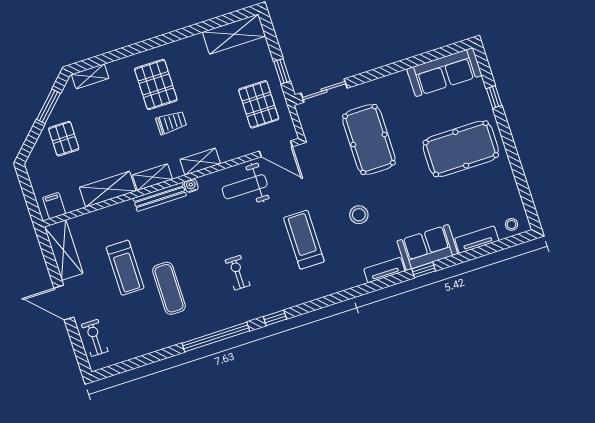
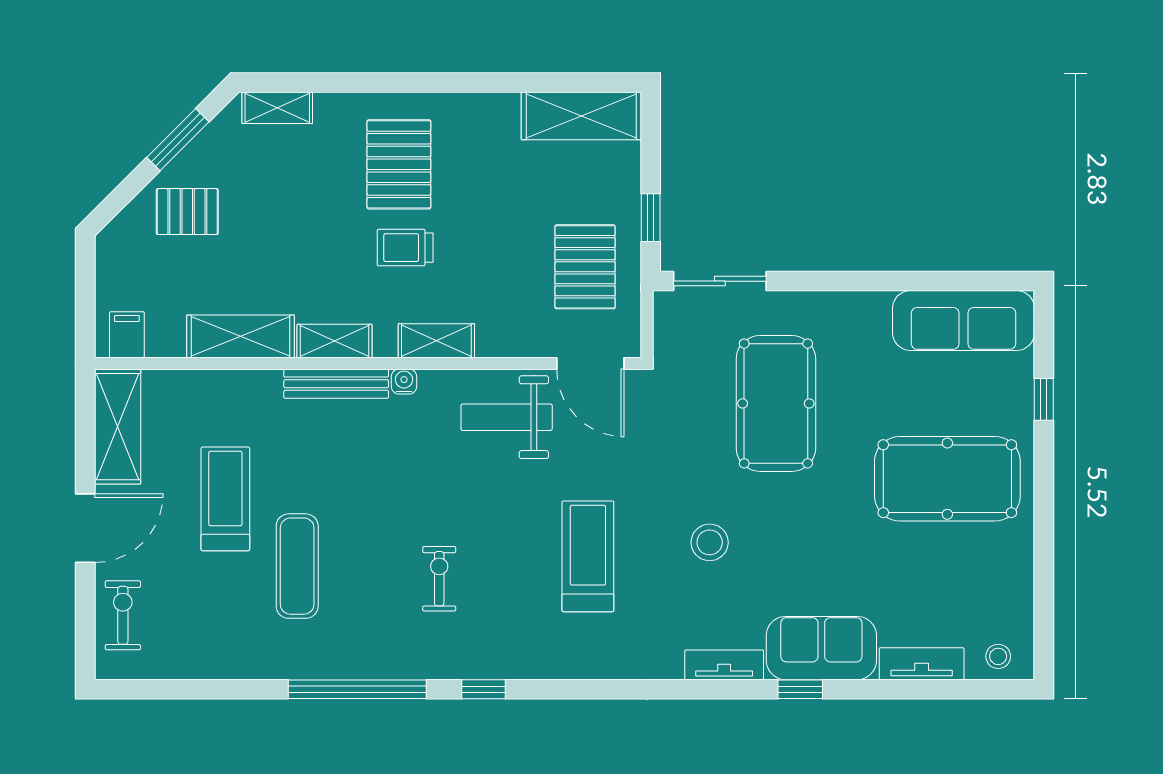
trolley: (171, 123) -> (405, 248), turned 180
pallet: (64, 139) -> (187, 212), turned 90
treadmill: (125, 268) -> (225, 499), turned 180
door: (64, 303) -> (85, 528), swing flipped

